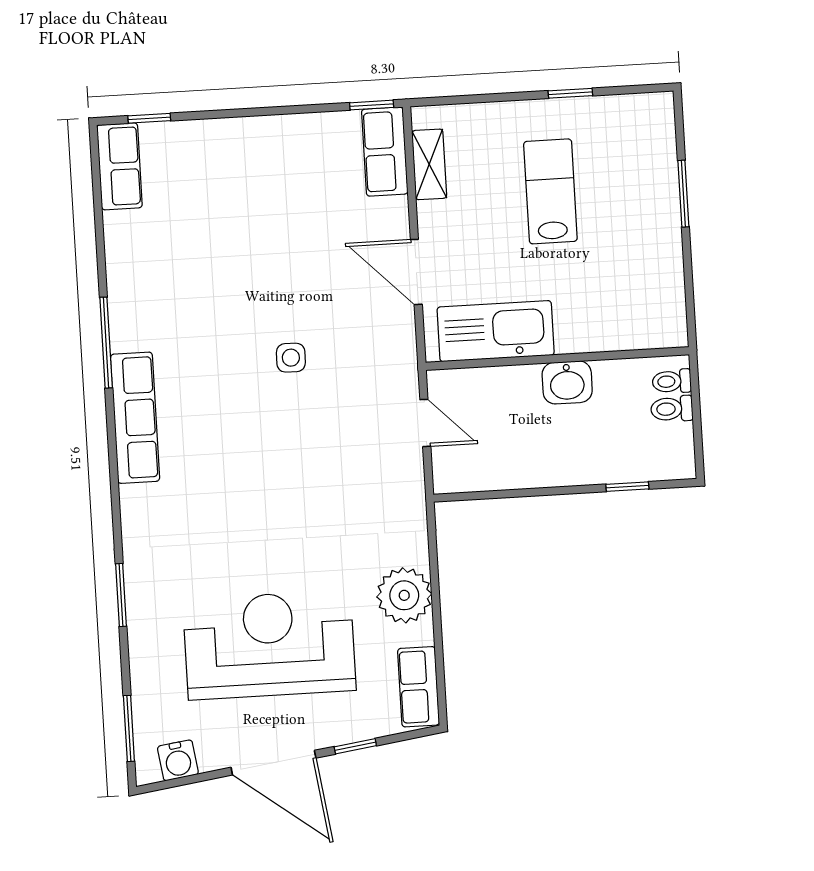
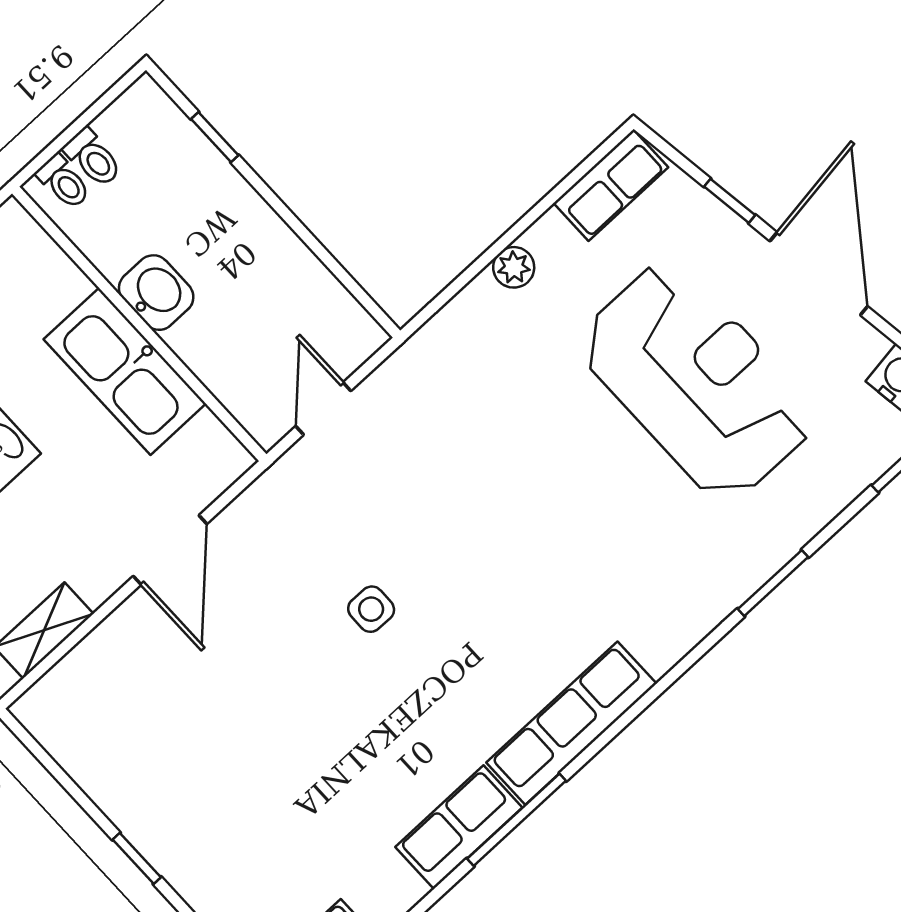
window: (372, 105) -> (137, 858), moved
row of seats: (385, 152) -> (459, 827), moved, turned 180
kitchen sink: (496, 331) -> (125, 371), moved
plant: (404, 595) -> (514, 267), width x0.53, depth x0.53
reception desk: (269, 645) -> (697, 381), turned 180

